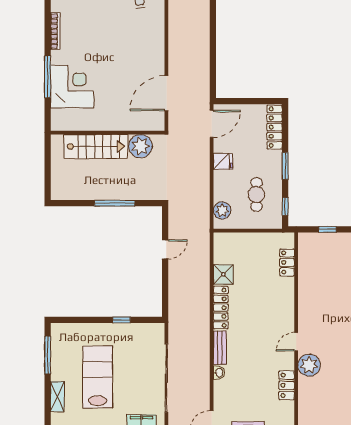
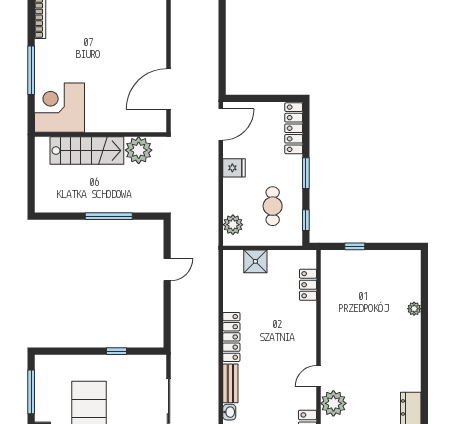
corner desk: (72, 87) -> (60, 108), moved, turned -90
shower: (223, 275) -> (255, 261), moved

